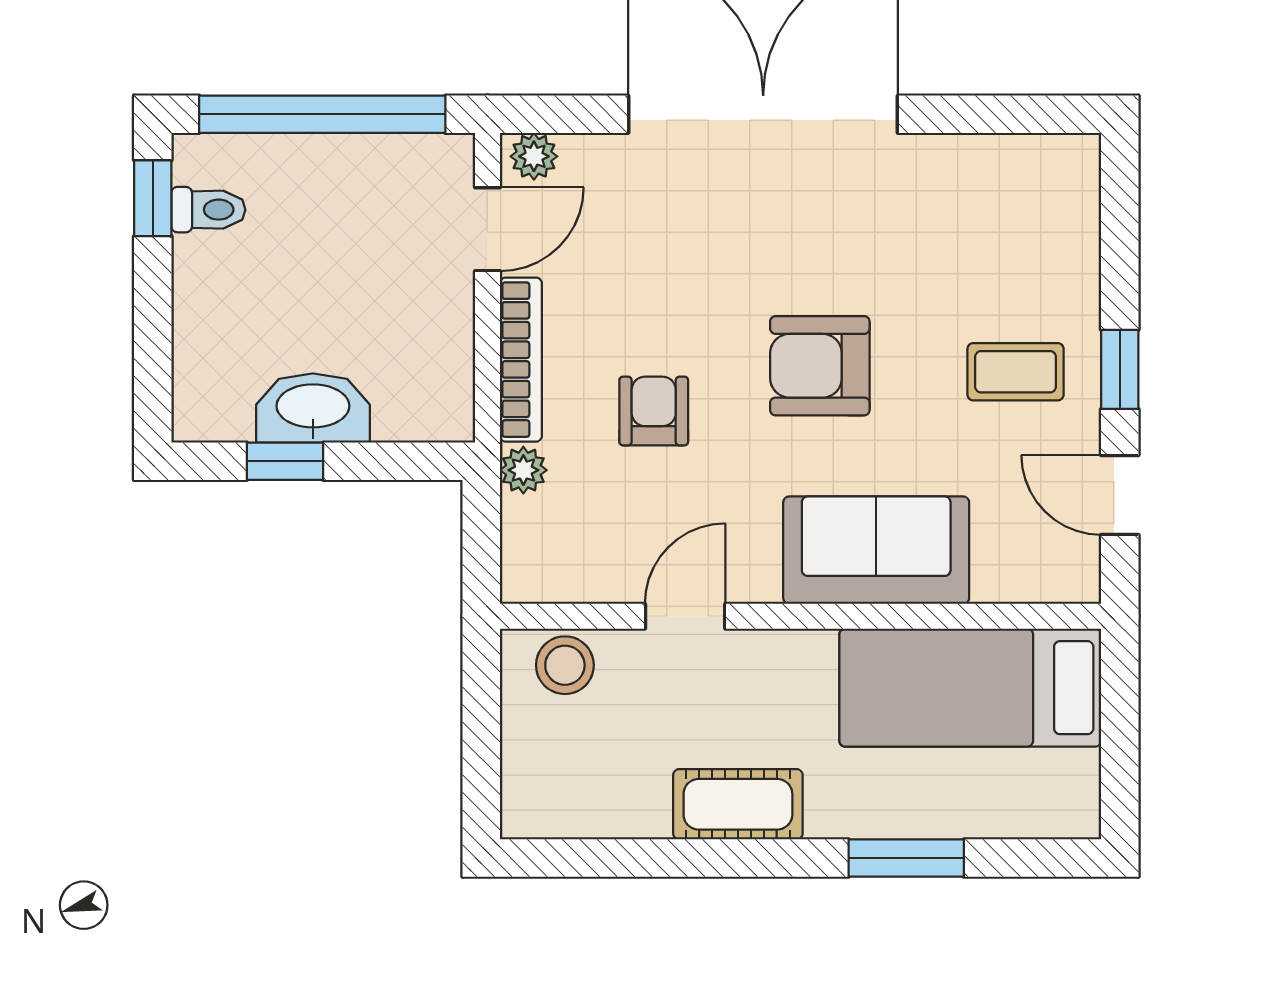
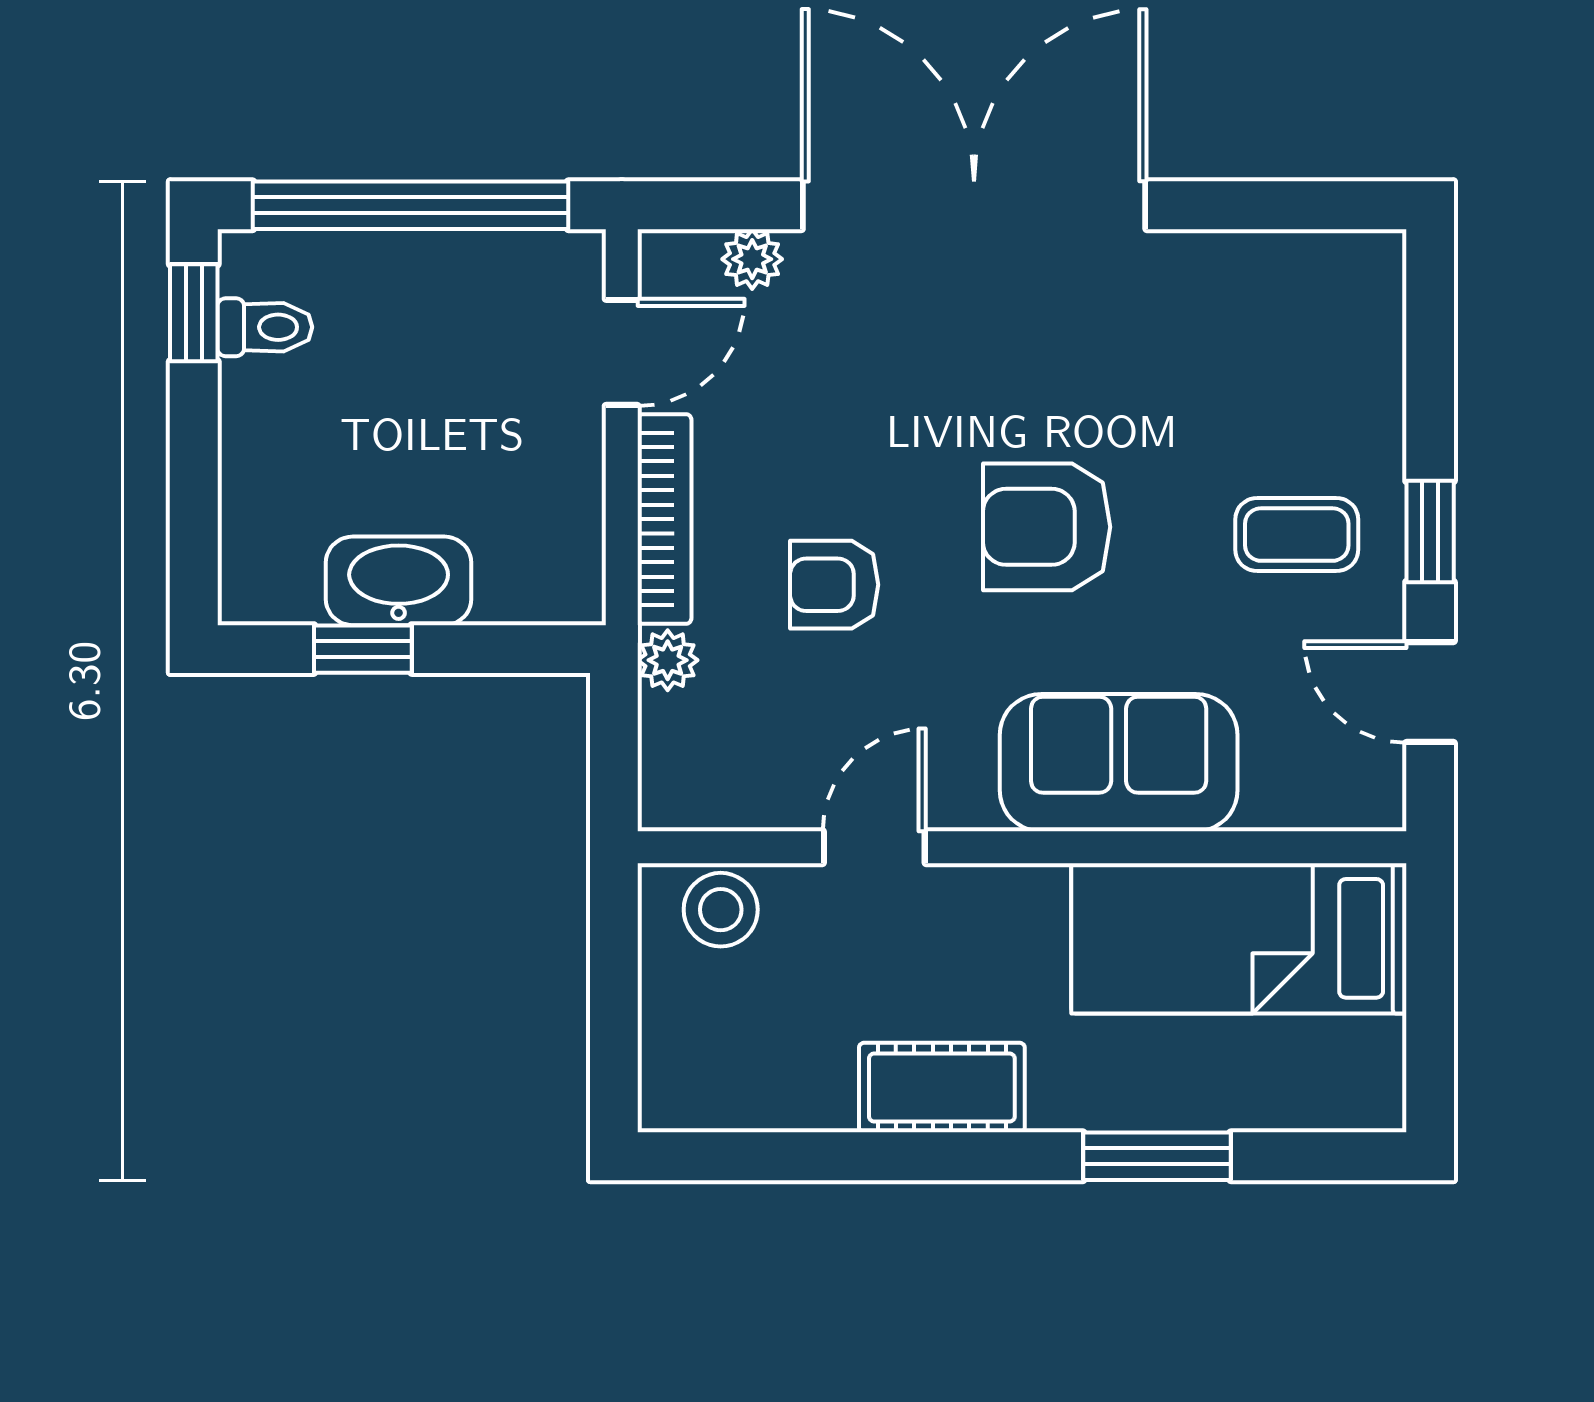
plant: (534, 156) -> (752, 259), moved
armchair: (654, 411) -> (834, 585), turned -90

